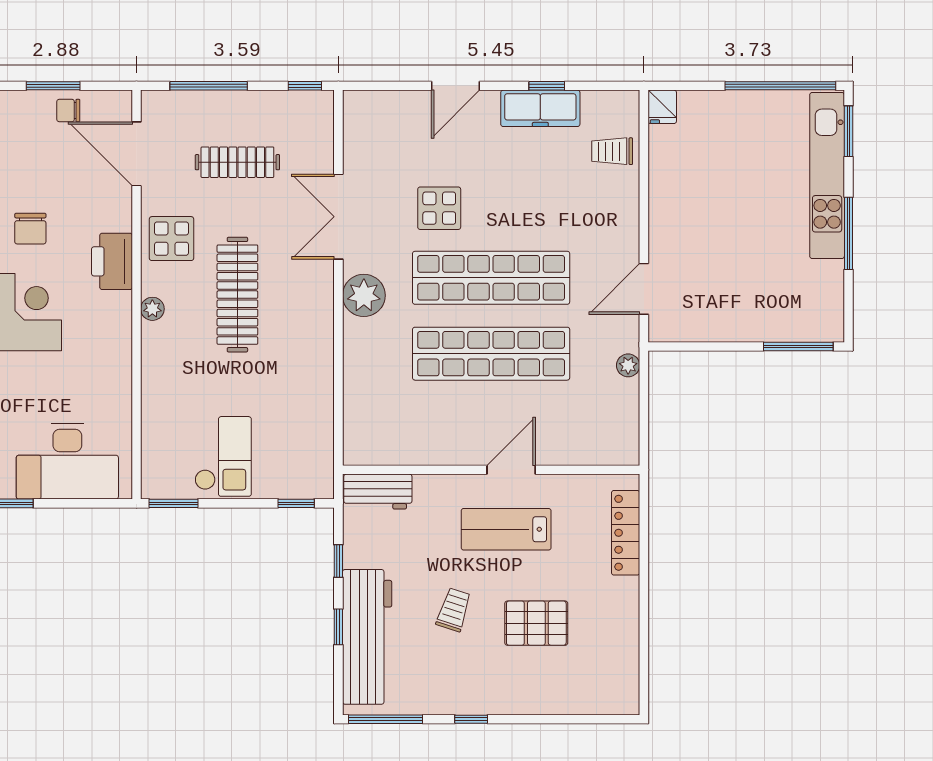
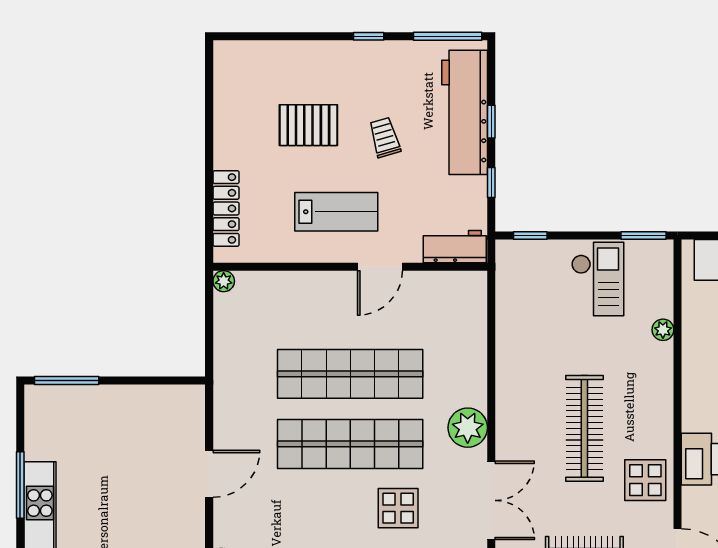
door: (644, 289) -> (209, 474), moved
plant: (152, 309) -> (663, 330), moved
plant: (628, 365) -> (224, 281), moved
checkout: (223, 456) -> (598, 279), turned 180
door: (511, 470) -> (380, 267), moved
trolley: (454, 610) -> (385, 137), turned 146

